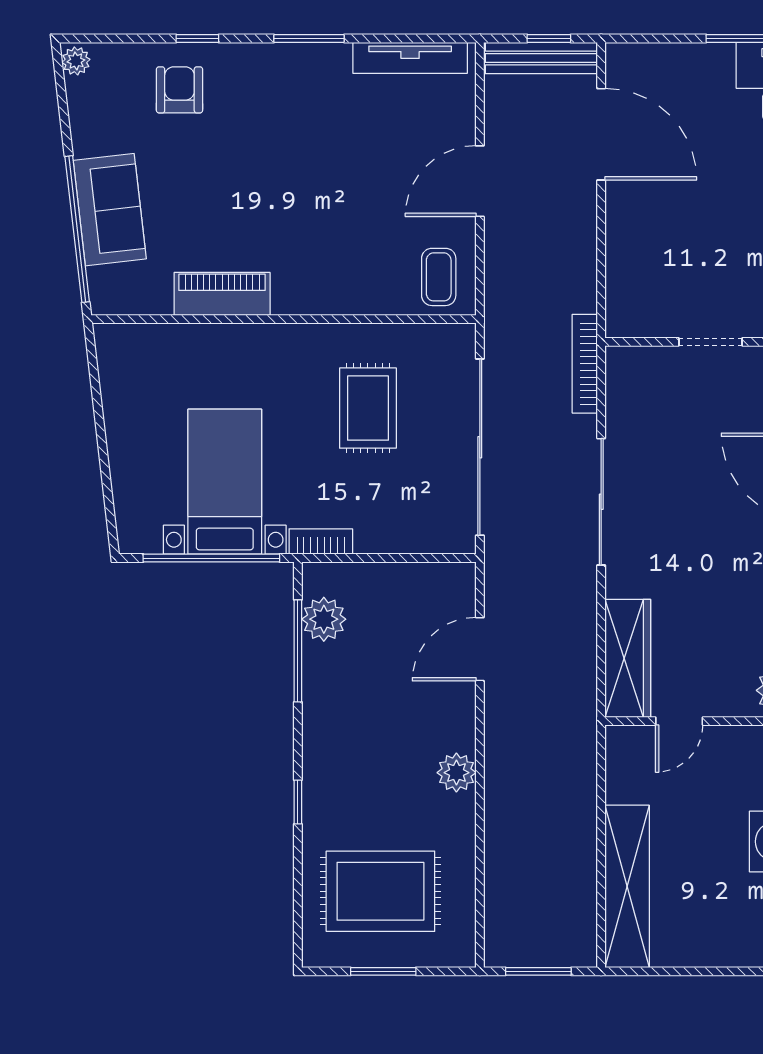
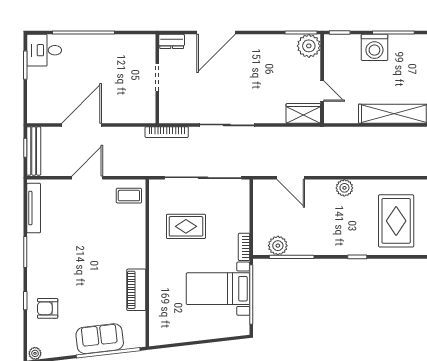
door: (601, 134) -> (81, 125), moved
door: (480, 181) -> (87, 178), swing flipped
wardrobe: (628, 658) -> (303, 113), width x0.67

